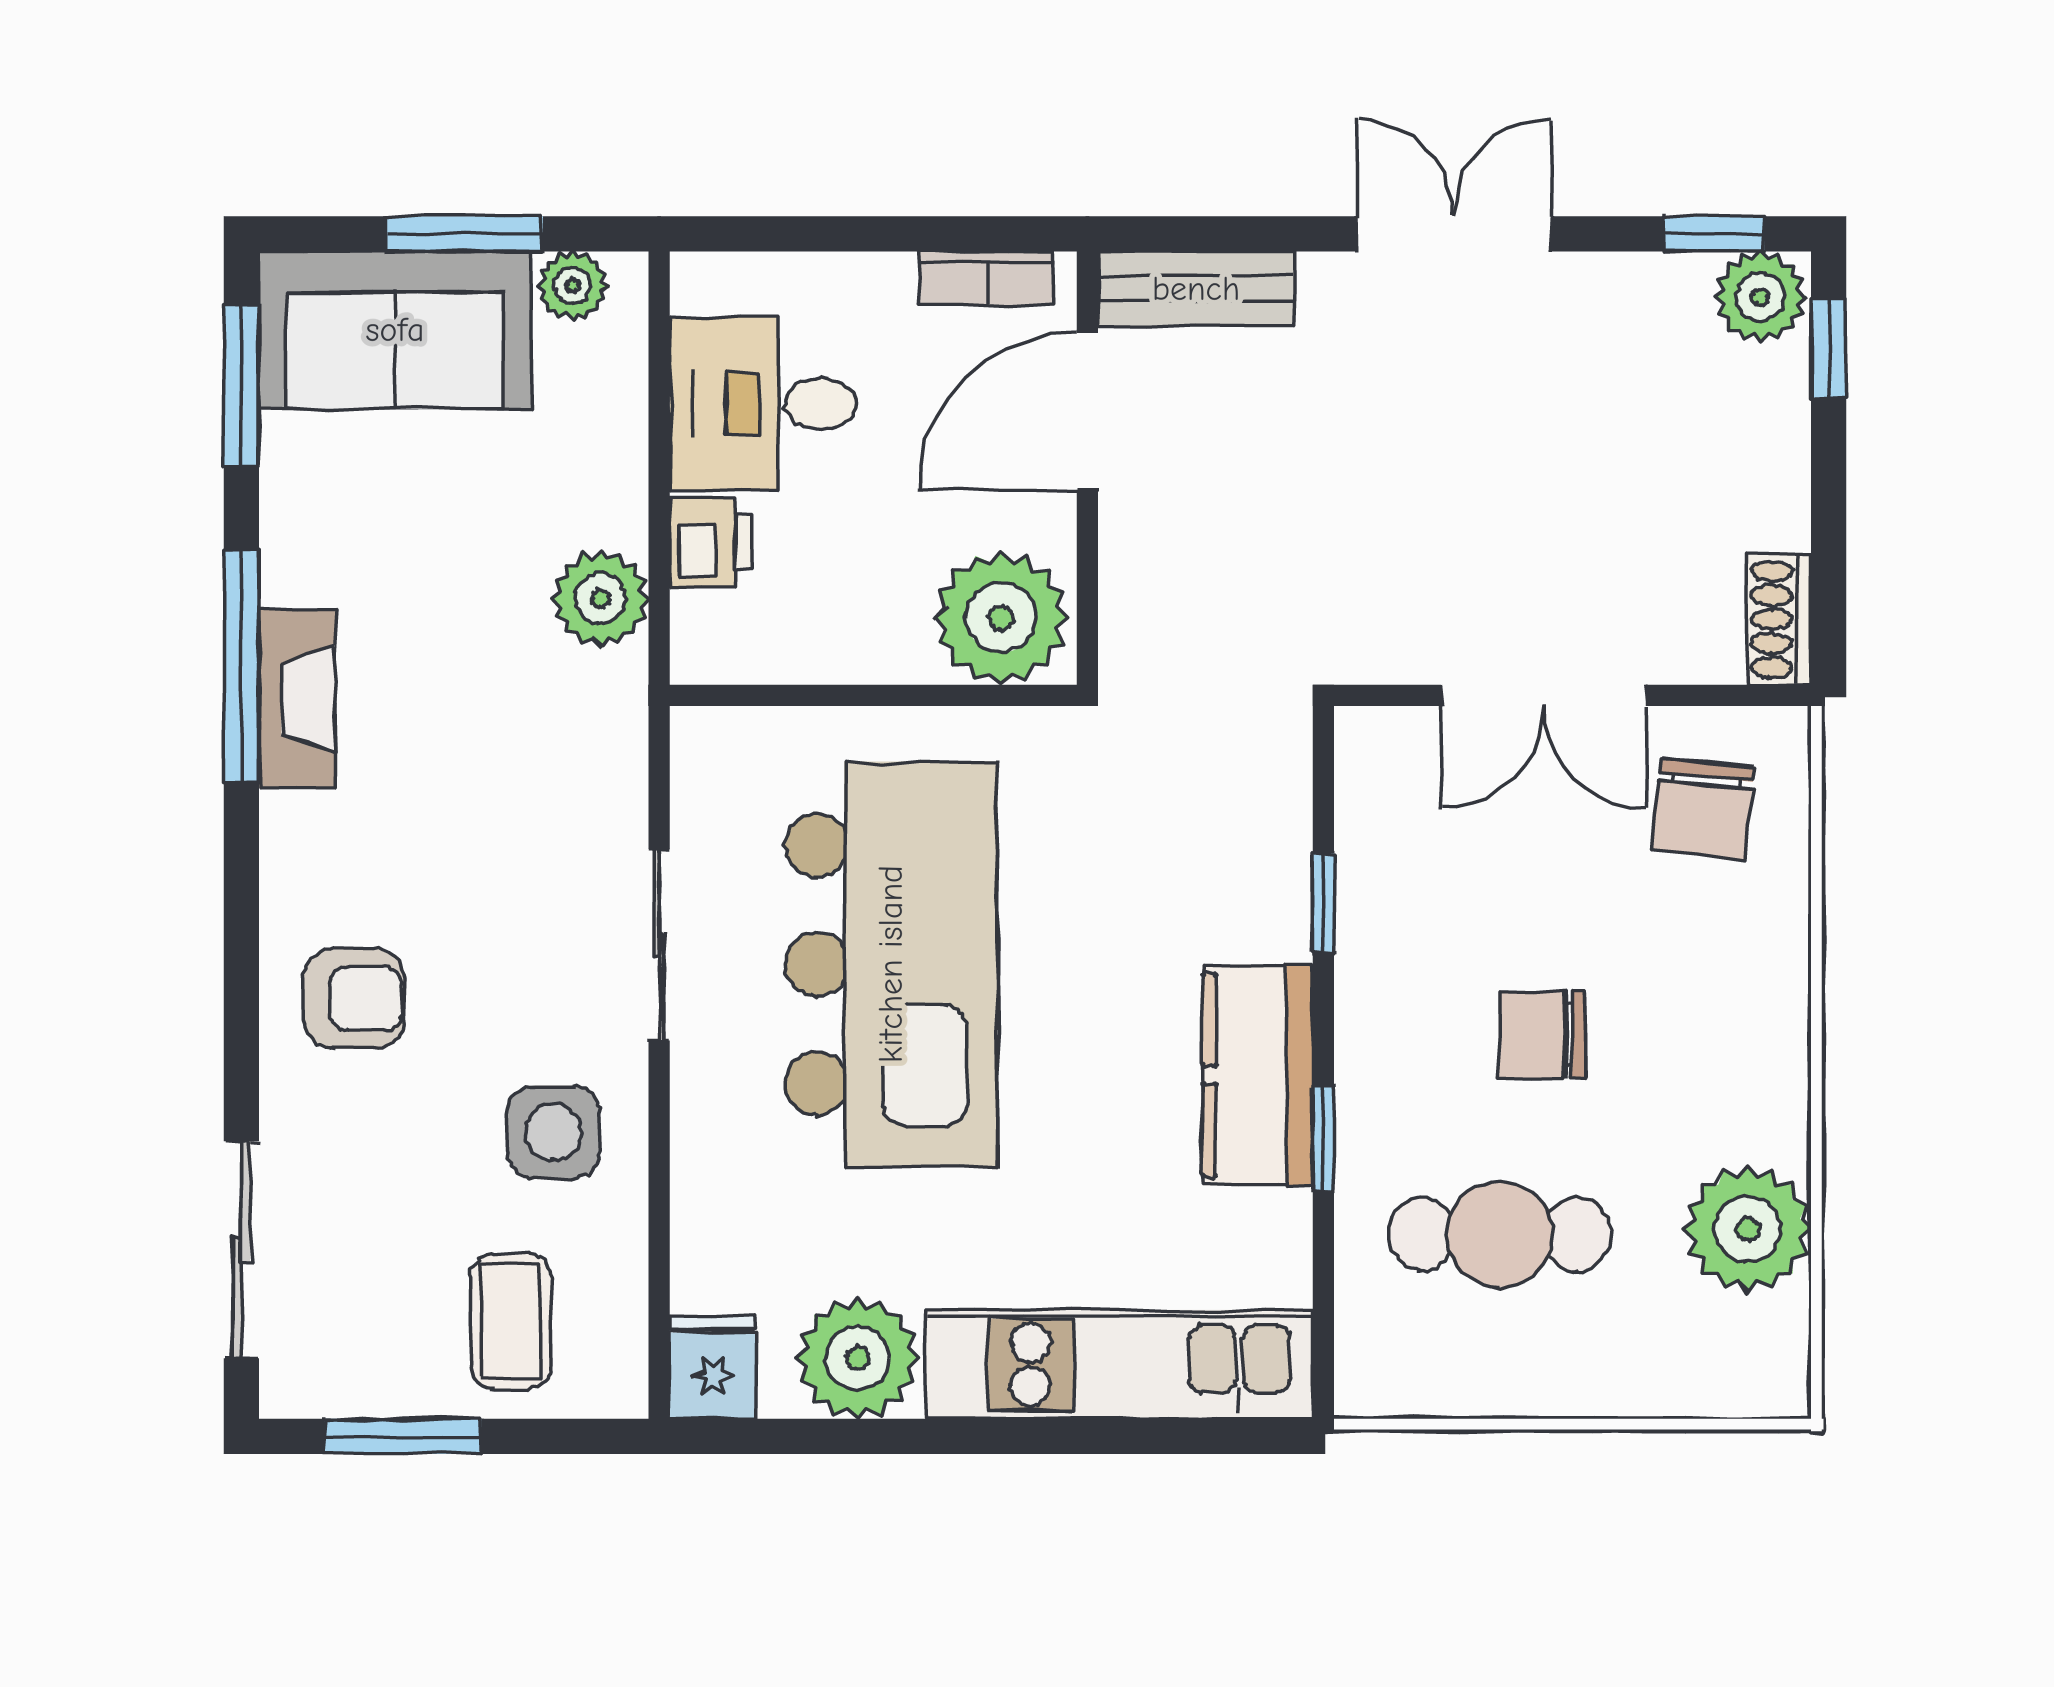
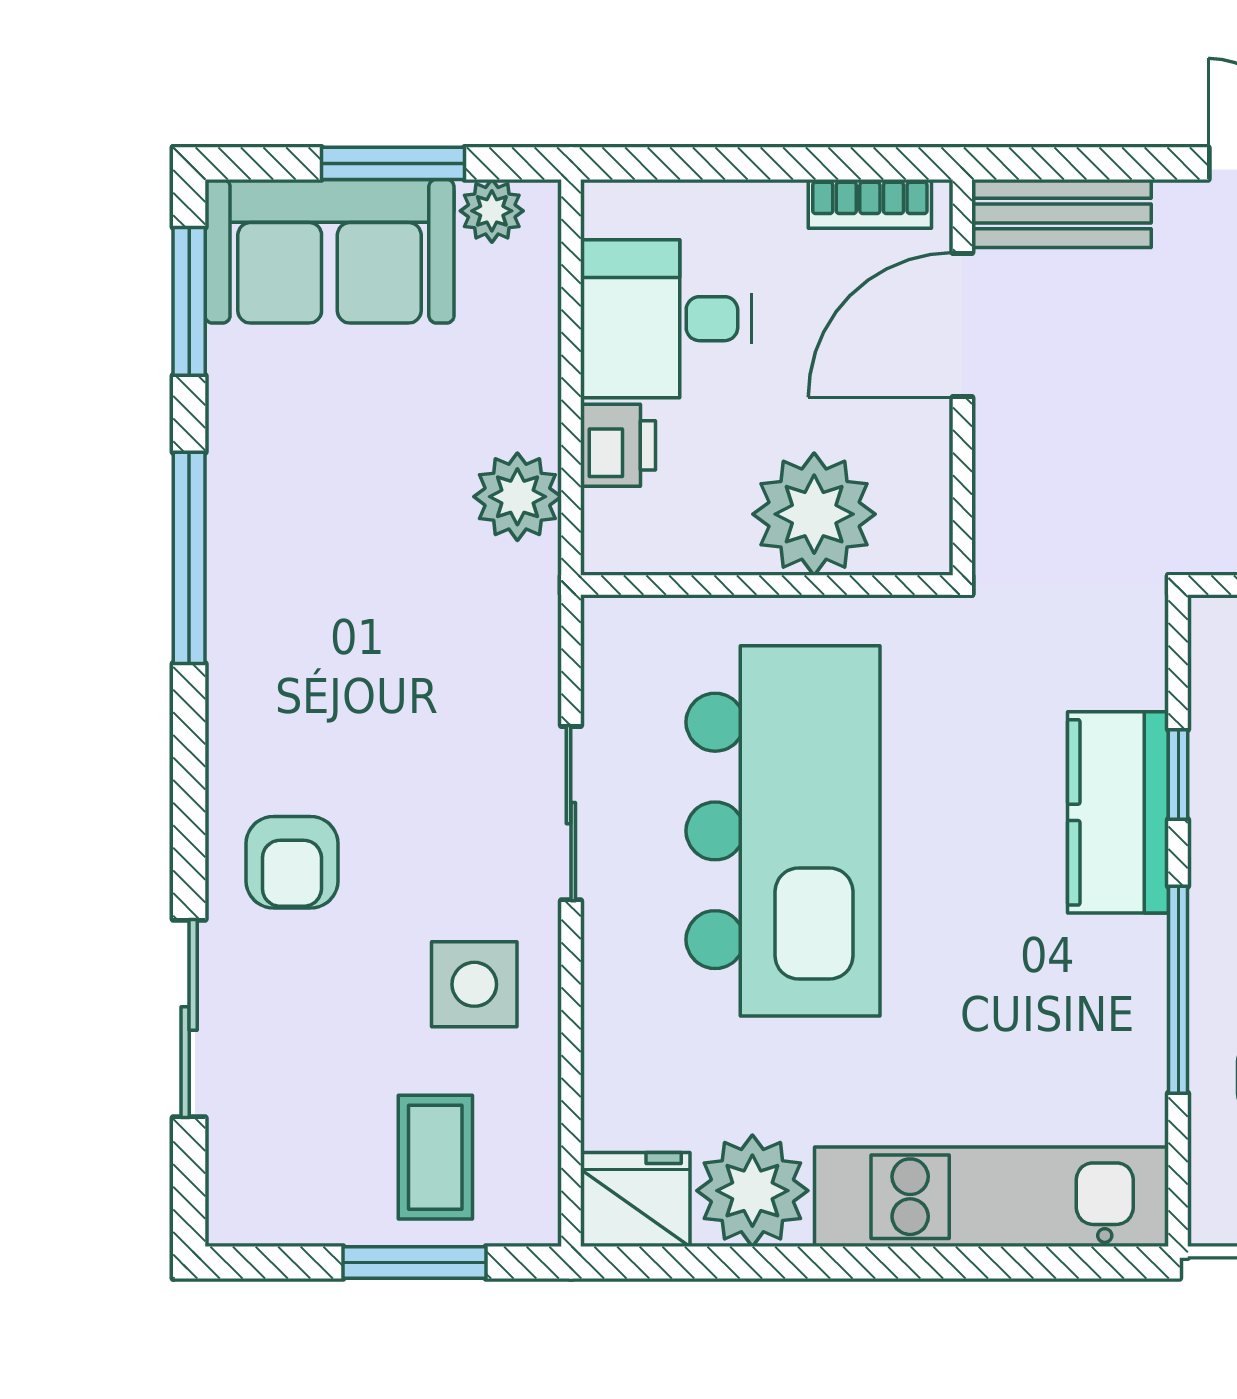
plant: (1001, 618) -> (814, 514), moved
fireplace: (297, 699) -> (240, 588), removed
armchair: (354, 999) -> (292, 862), turned 90
kitchen counter: (1258, 1075) -> (1118, 812), moved
window: (1323, 1138) -> (1178, 990), width x2.17
sliding door: (241, 1250) -> (189, 1019), moved
fridge: (713, 1367) -> (635, 1199), width x1.38
window: (403, 1436) -> (414, 1262), moved

